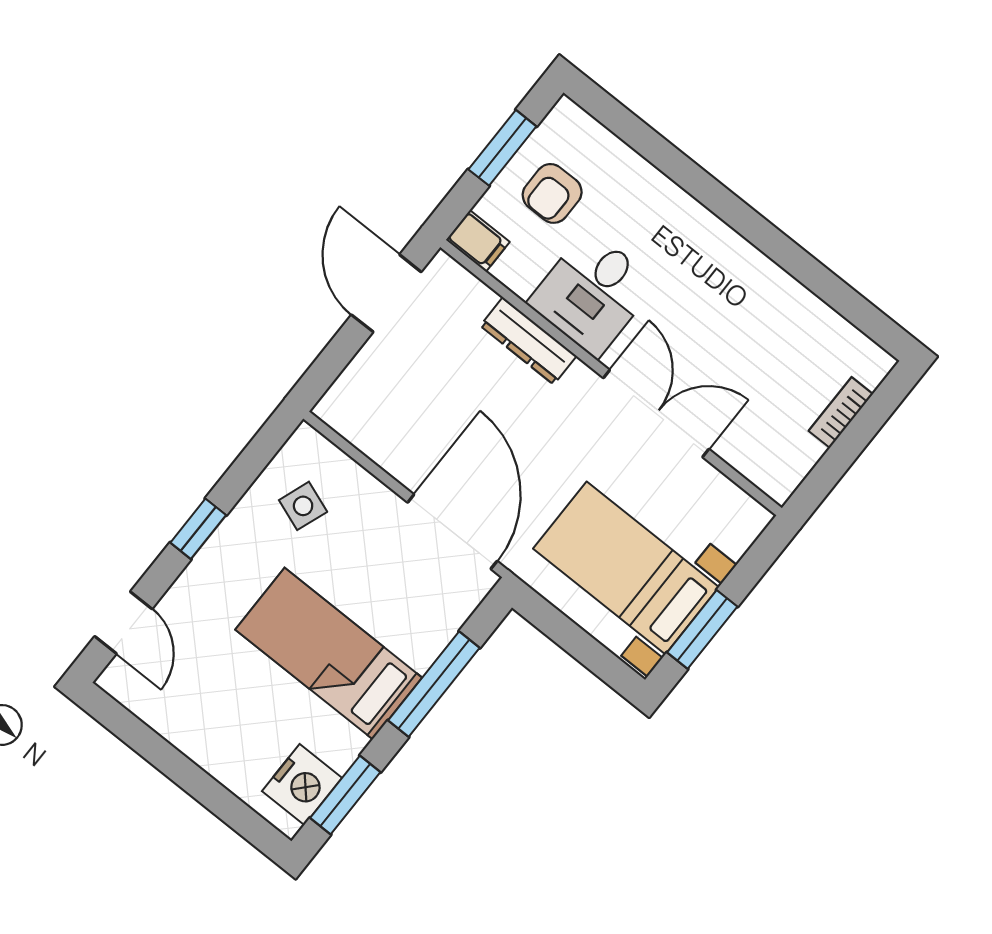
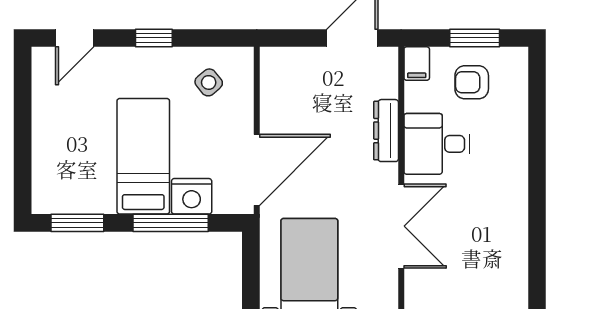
side table: (303, 506) -> (209, 82), turned 30
nightstand: (302, 785) -> (192, 196), moved

